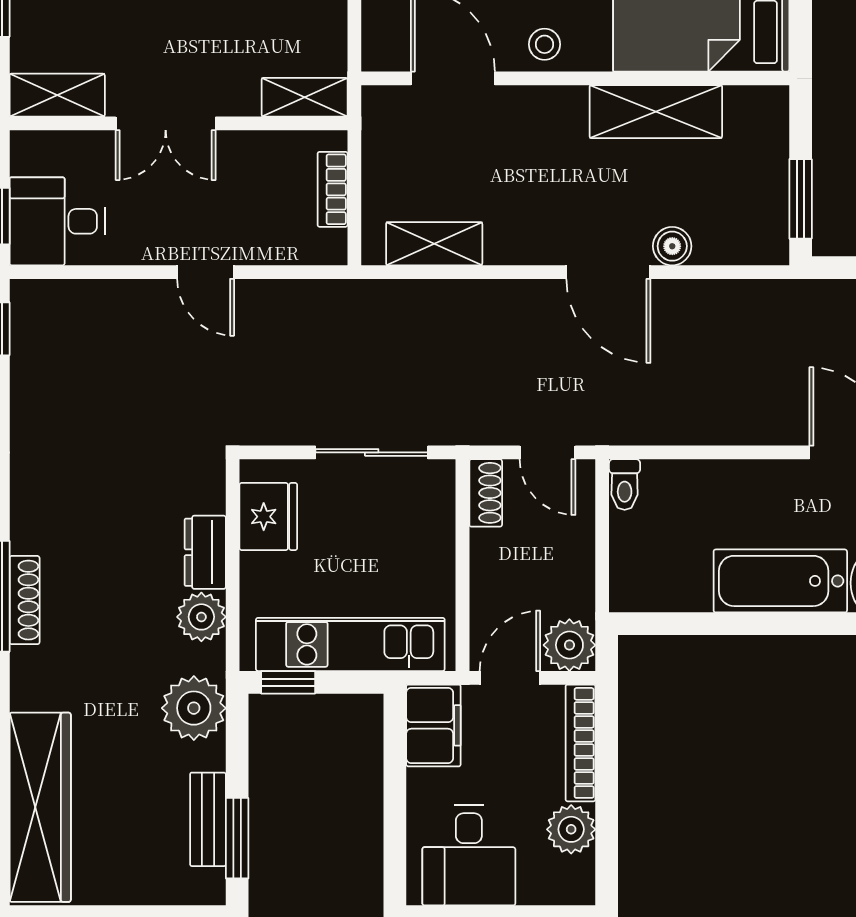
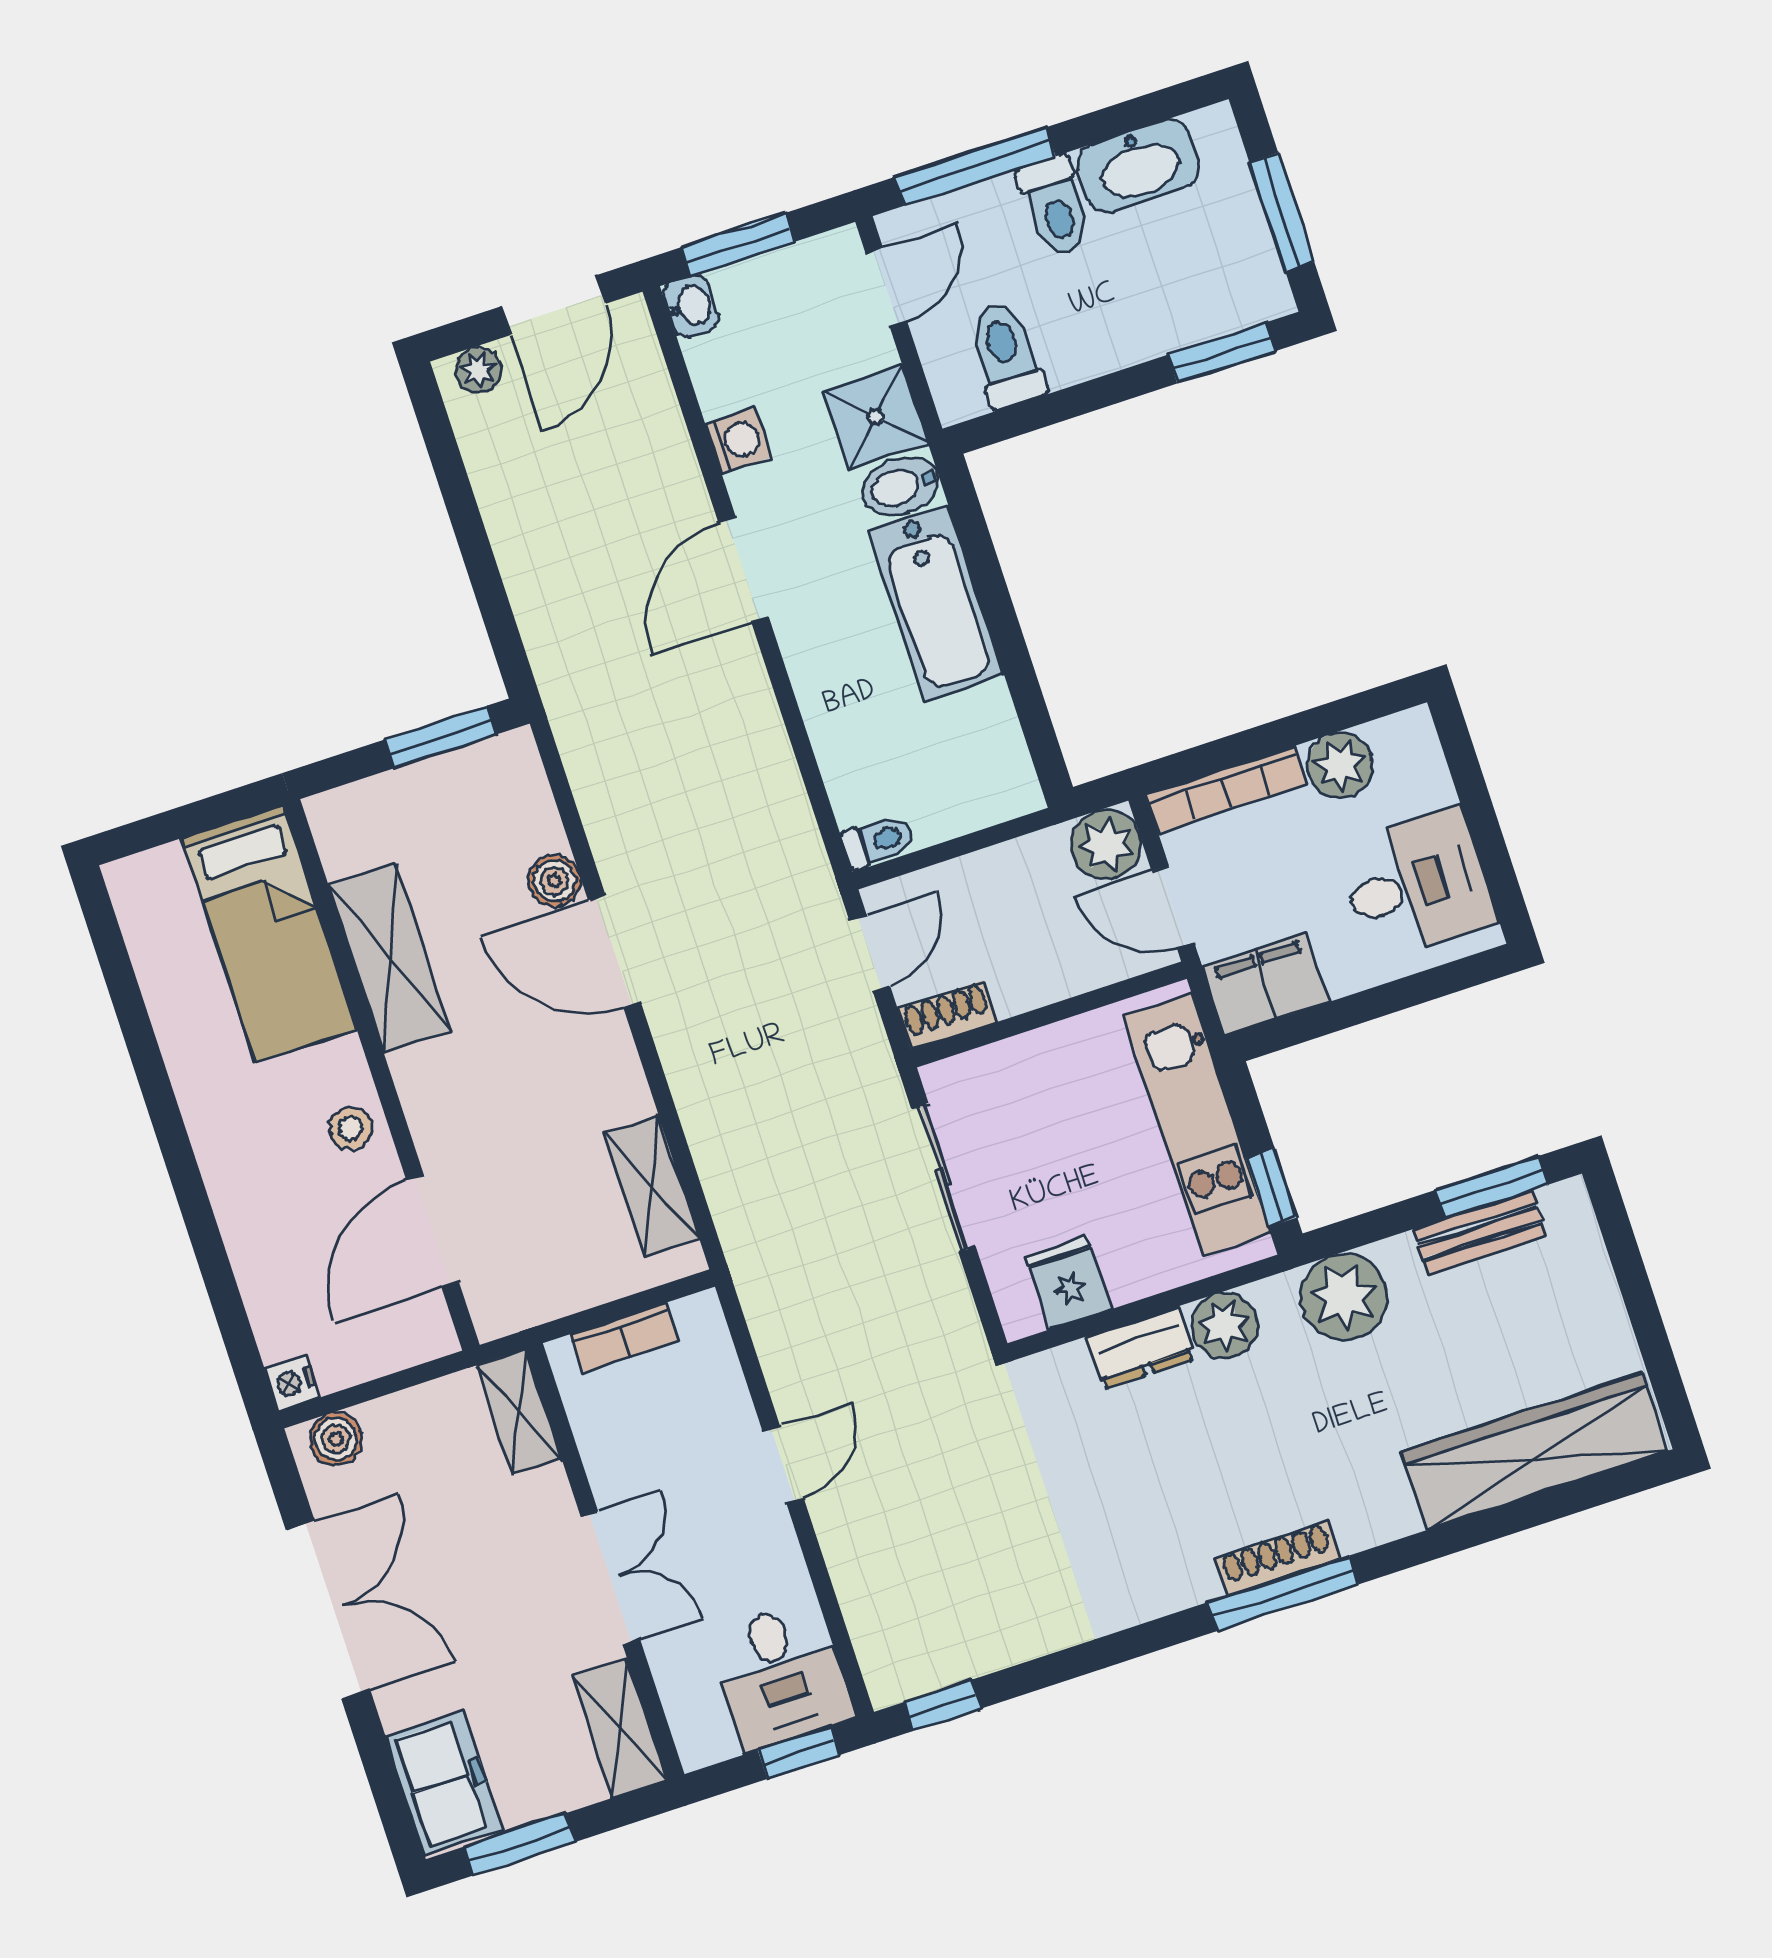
door: (608, 272) -> (614, 951), swing flipped
fridge: (268, 517) -> (1068, 1282), width x0.72

